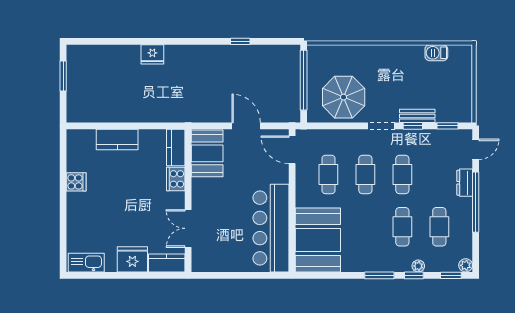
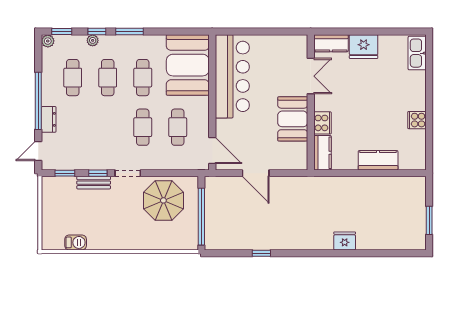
booth: (207, 153) -> (293, 119), moved
cafe table: (402, 174) -> (143, 78), moved
kitchen sink: (86, 263) -> (417, 53), moved, turned 90

